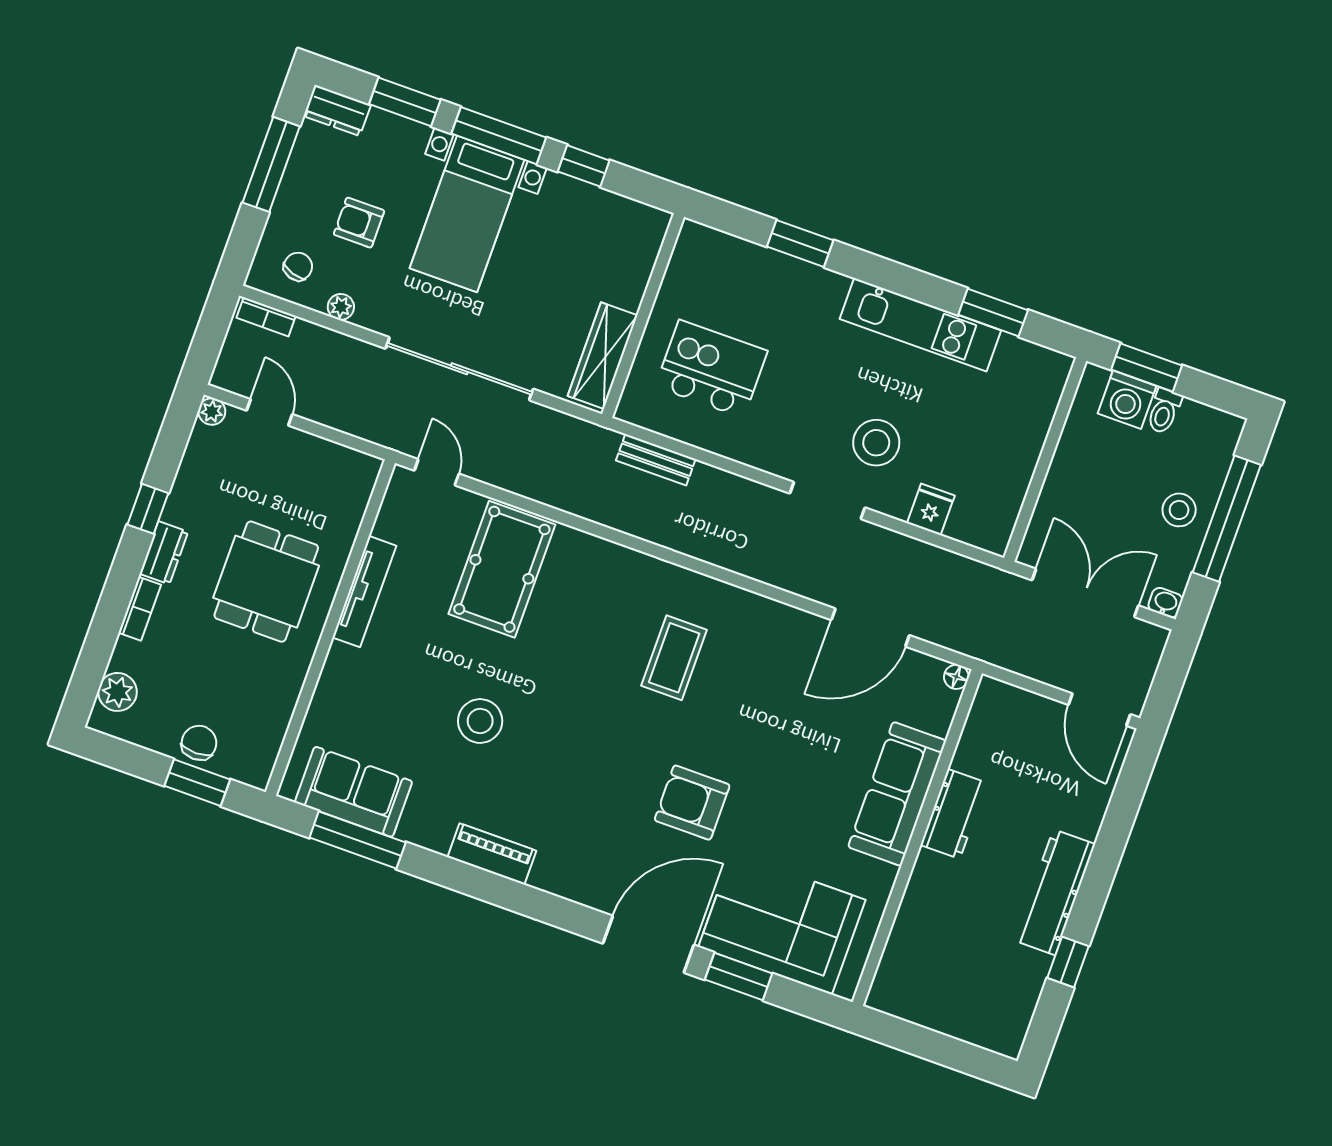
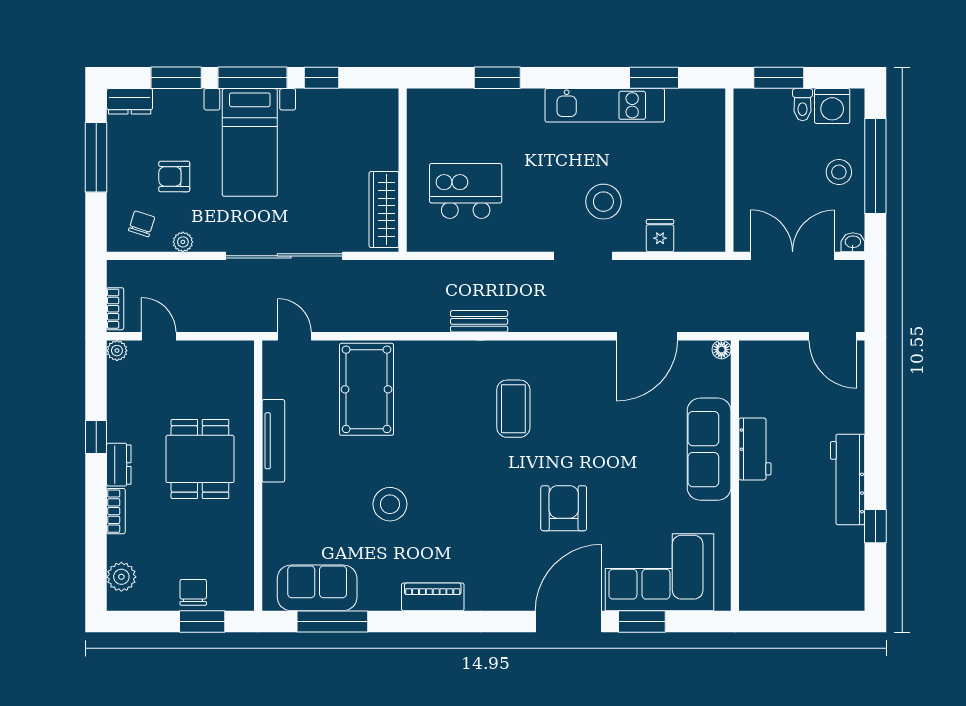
bookcase: (266, 317) -> (115, 309), moved, turned -90
washing machine: (1127, 400) -> (832, 106), moved
bench: (656, 460) -> (479, 321), moved
armchair: (692, 803) -> (564, 508), turned 90

